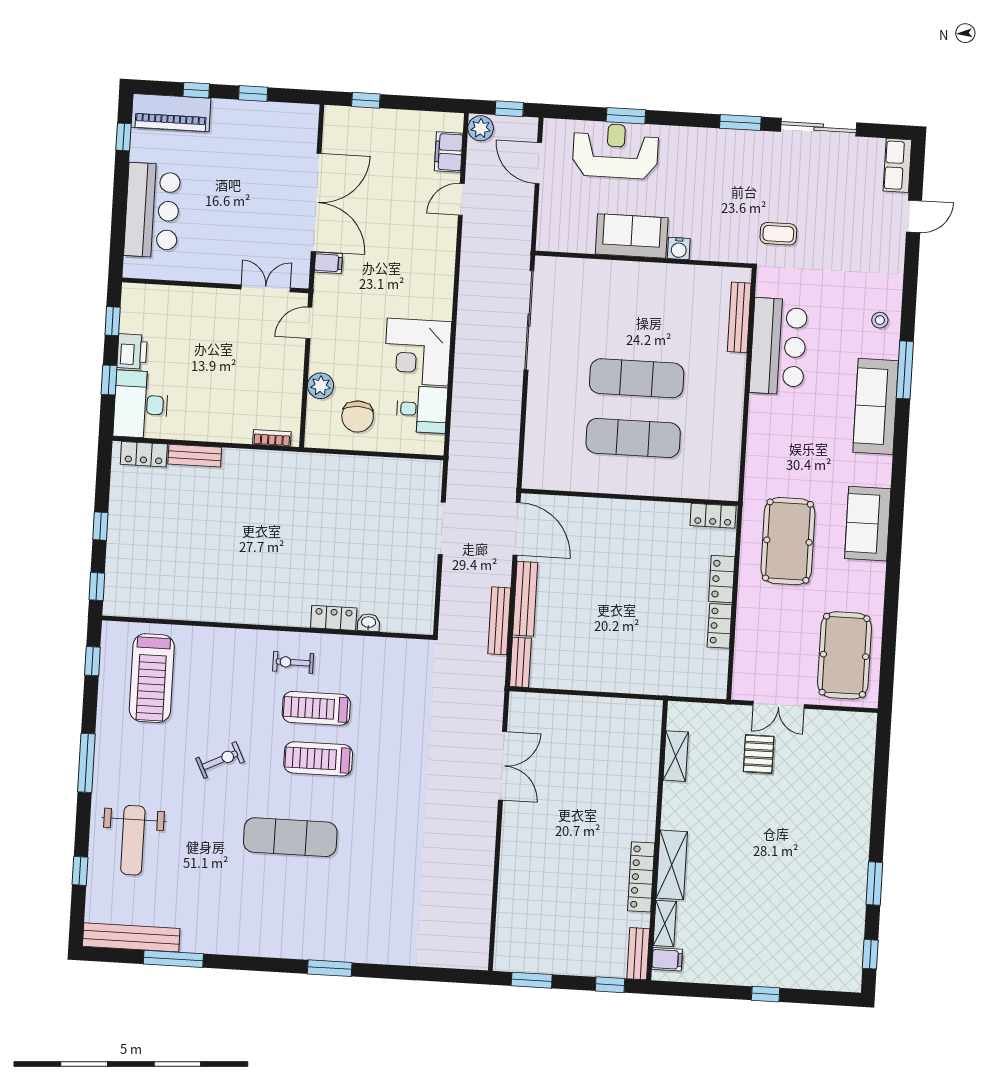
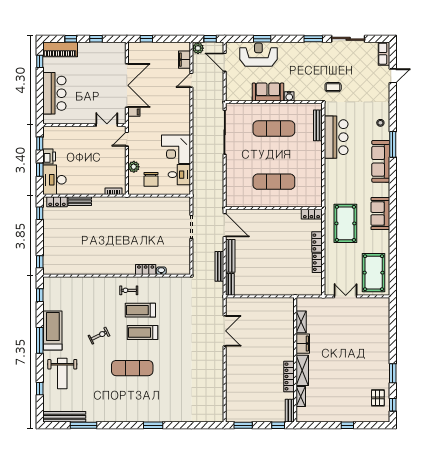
exercise mat: (637, 378) -> (274, 129), moved
window: (100, 526) -> (40, 213), moved
treadmill: (152, 678) -> (53, 330), moved, turned 180
double door: (779, 705) -> (346, 296), swing flipped
pallet: (759, 754) -> (378, 398), moved
filing cabinet: (667, 959) -> (303, 344), moved, width x2.00

